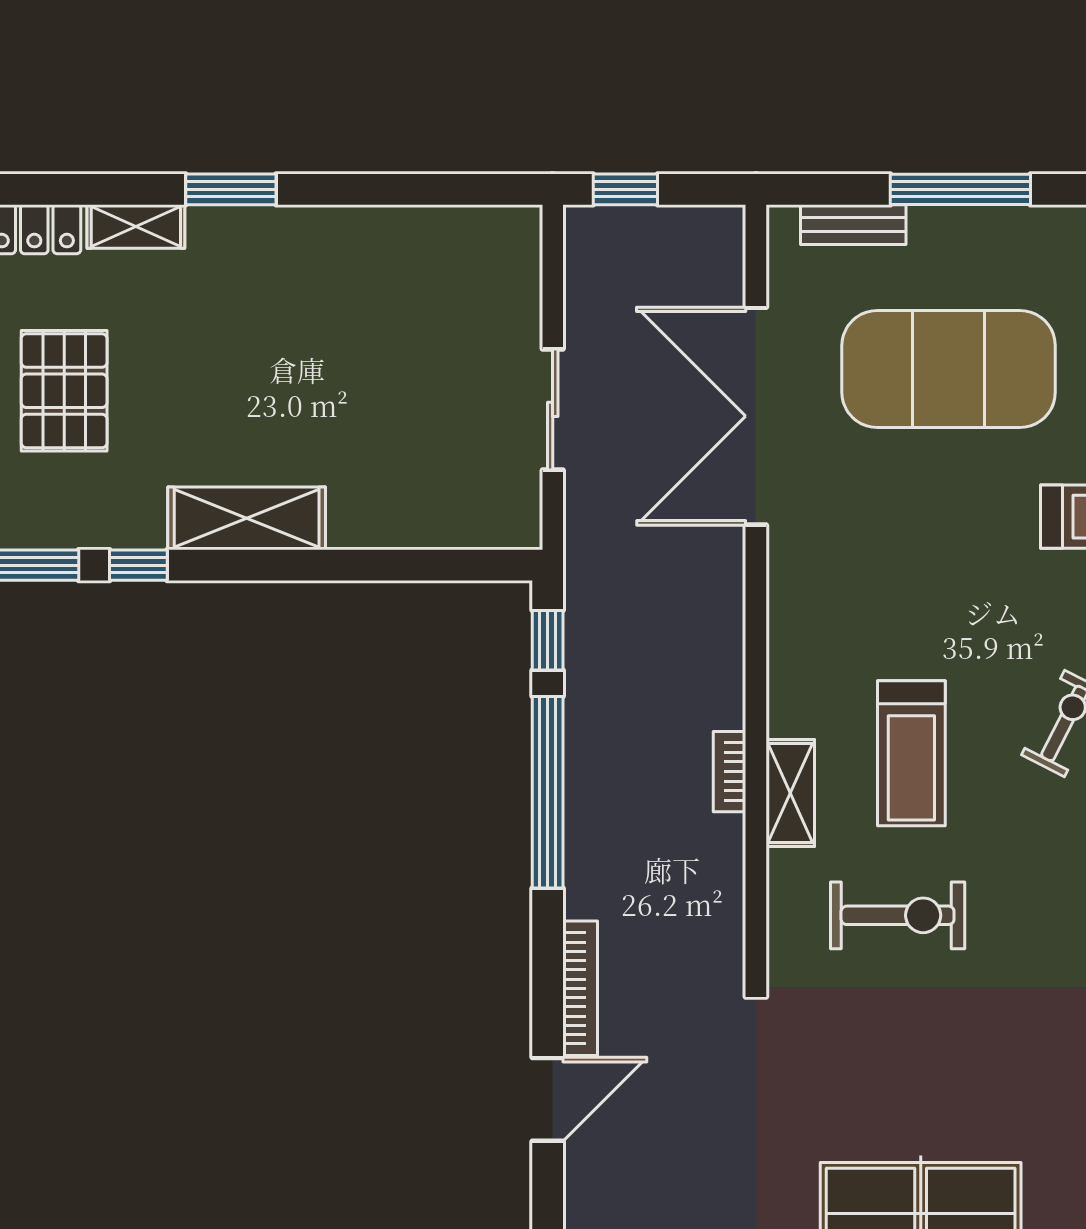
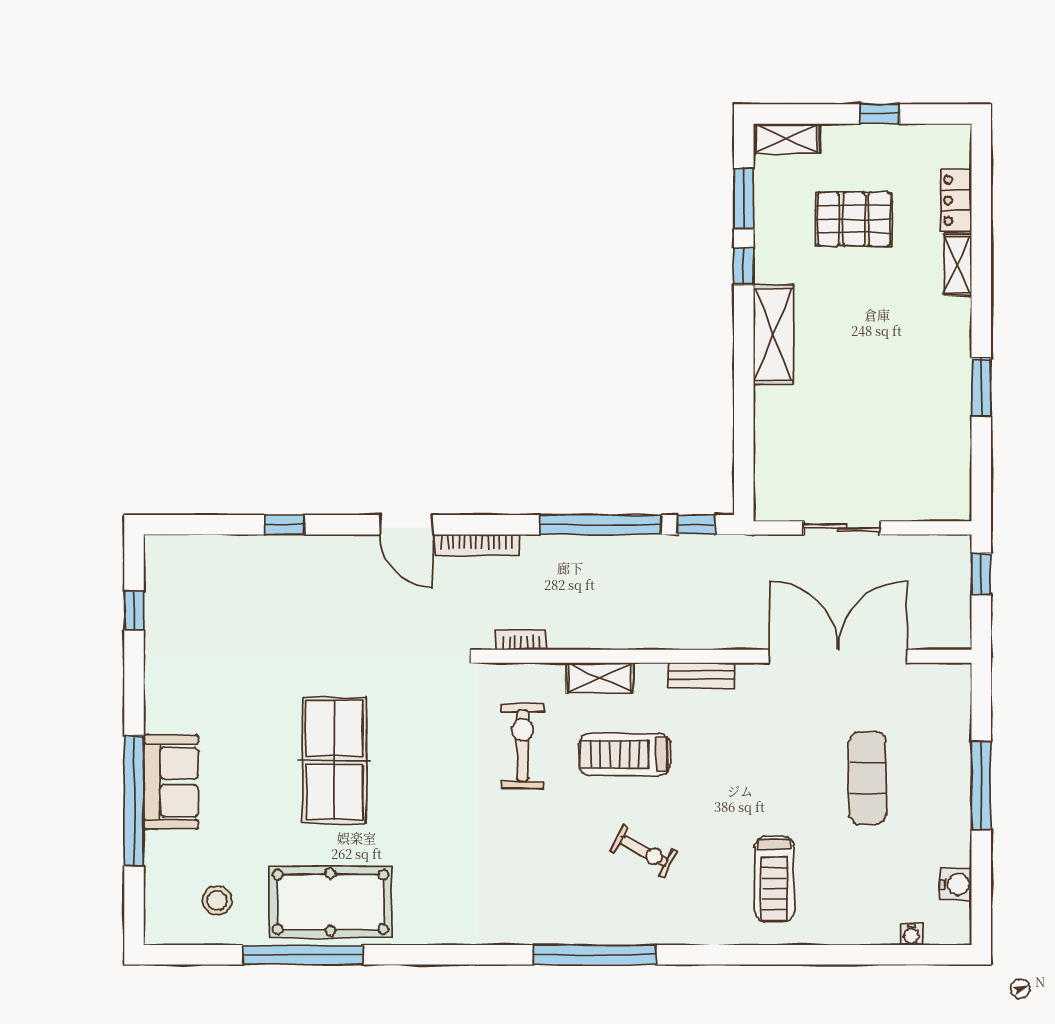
window: (231, 189) -> (981, 387), moved
bench: (853, 225) -> (701, 675), moved, turned 90
exercise mat: (949, 369) -> (868, 778), width x0.50, depth x0.69
bookcase: (730, 772) -> (521, 640), moved
exercise bike: (898, 915) -> (523, 746), turned 180

